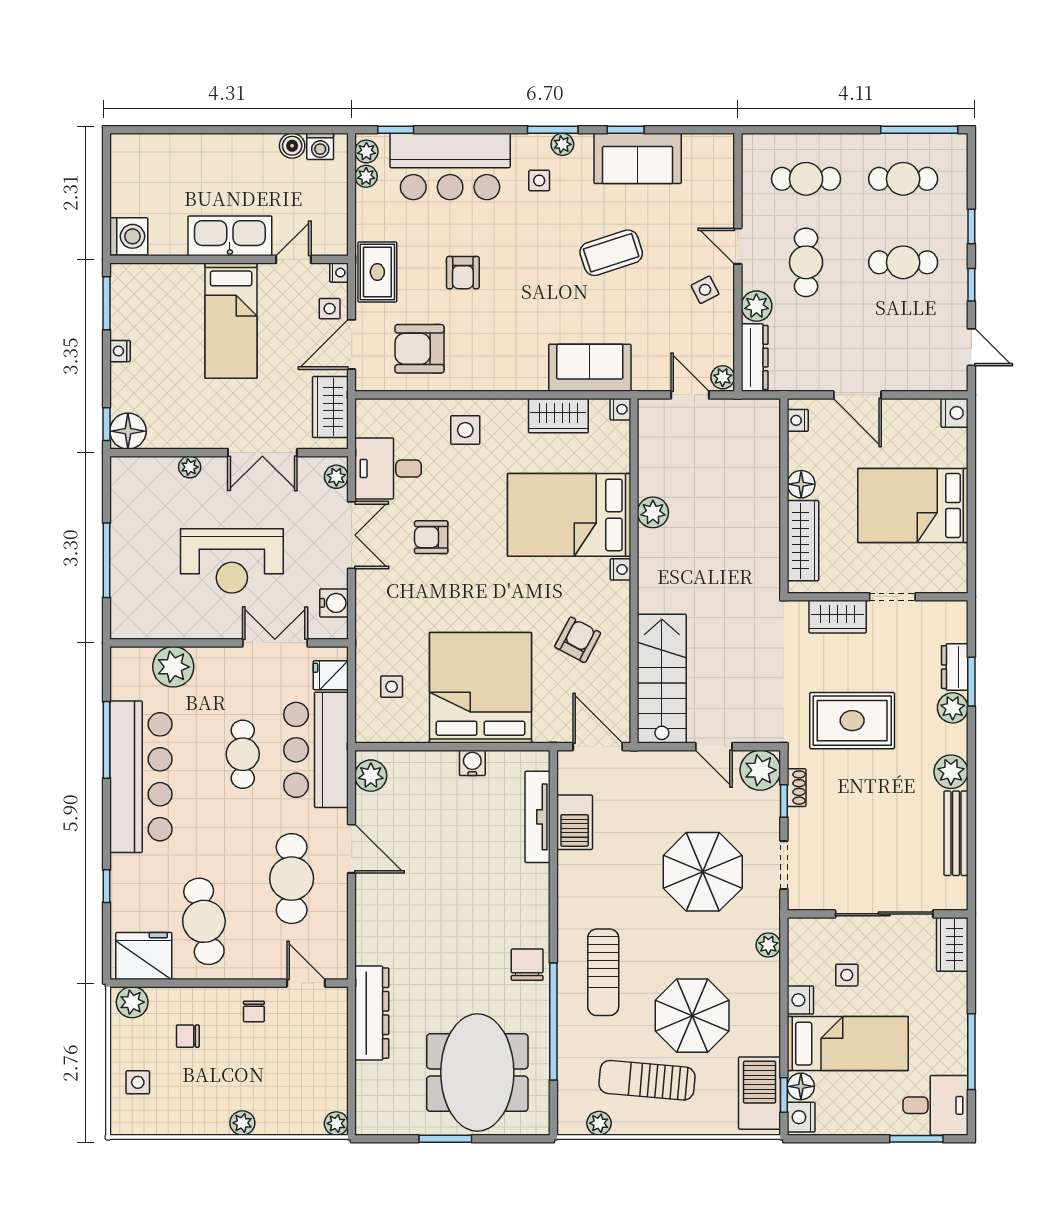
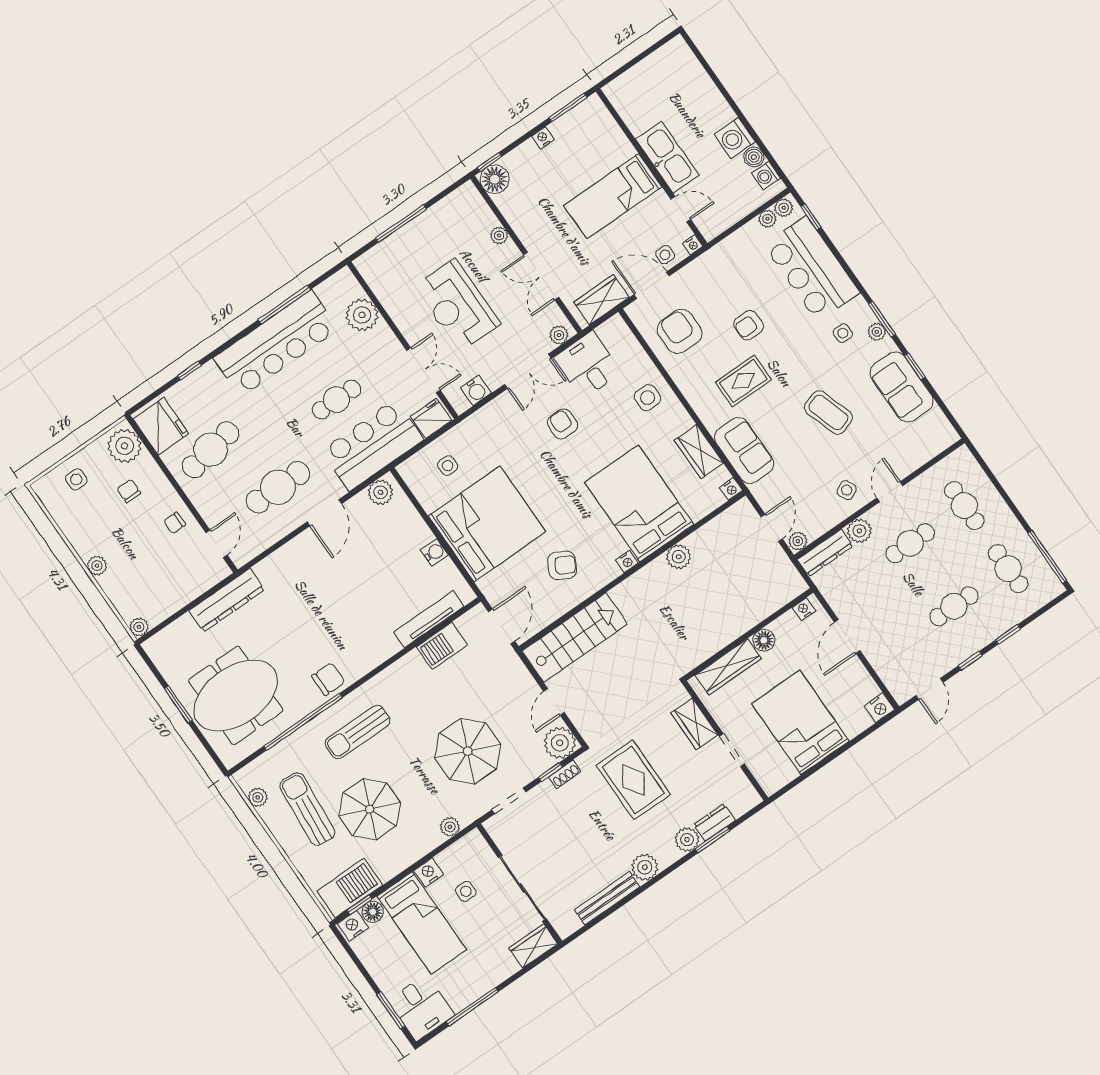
washing machine: (129, 236) -> (735, 138), moved, turned 90
cafe table: (903, 262) -> (954, 606), turned 90
rug: (377, 272) -> (743, 381), moved
fridge: (331, 675) -> (431, 418), width x1.38
plant: (132, 1002) -> (125, 446), width x1.36, depth x1.36

